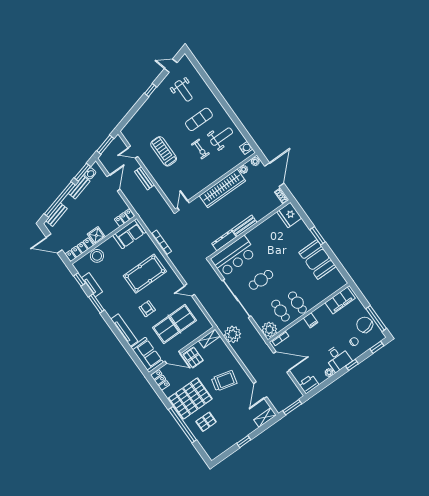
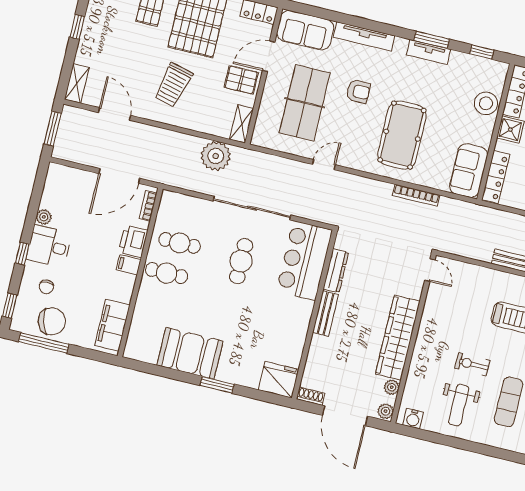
locker: (124, 218) -> (496, 177), width x1.53
tv unit: (92, 285) -> (429, 52), moved
plant: (269, 330) -> (172, 205), removed
printer: (309, 384) -> (133, 241), moved, turned 180

